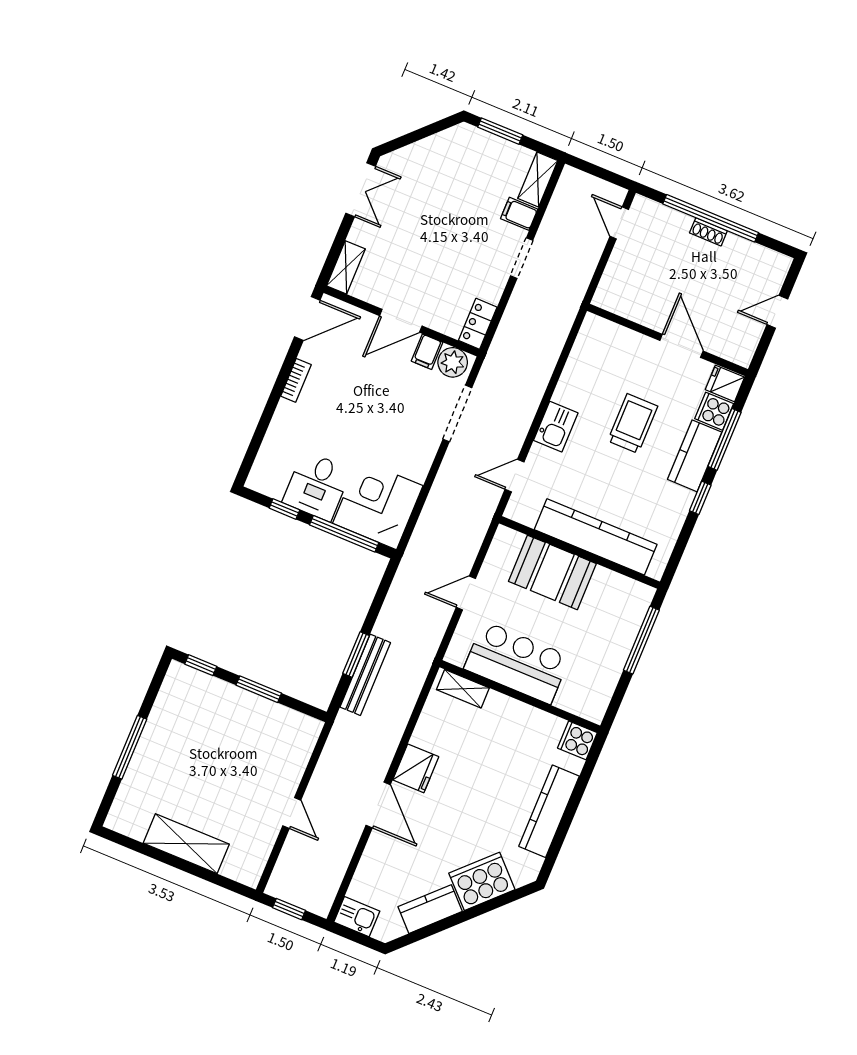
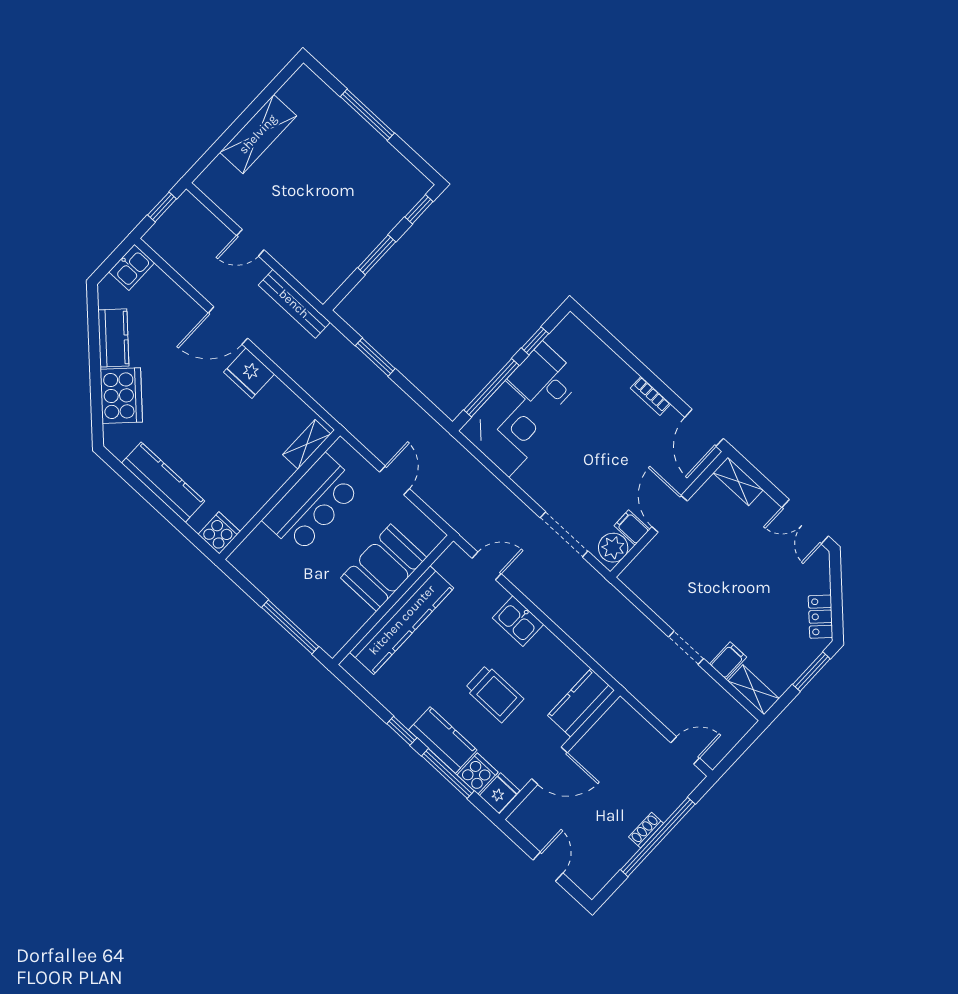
locker: (478, 324) -> (821, 617), moved, turned -135
kitchen counter: (611, 338) -> (581, 703), added
door: (515, 476) -> (487, 566), hinge flipped
bench: (365, 675) -> (294, 304), moved

